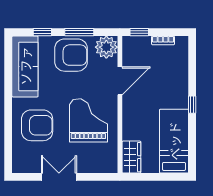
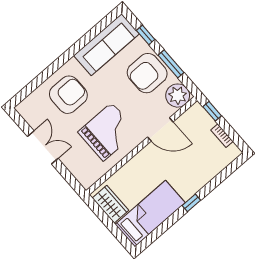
armchair: (71, 55) -> (147, 73), turned 90
armchair: (37, 125) -> (68, 95), turned -90
wardrobe: (131, 157) -> (110, 204), moved, turned -90

